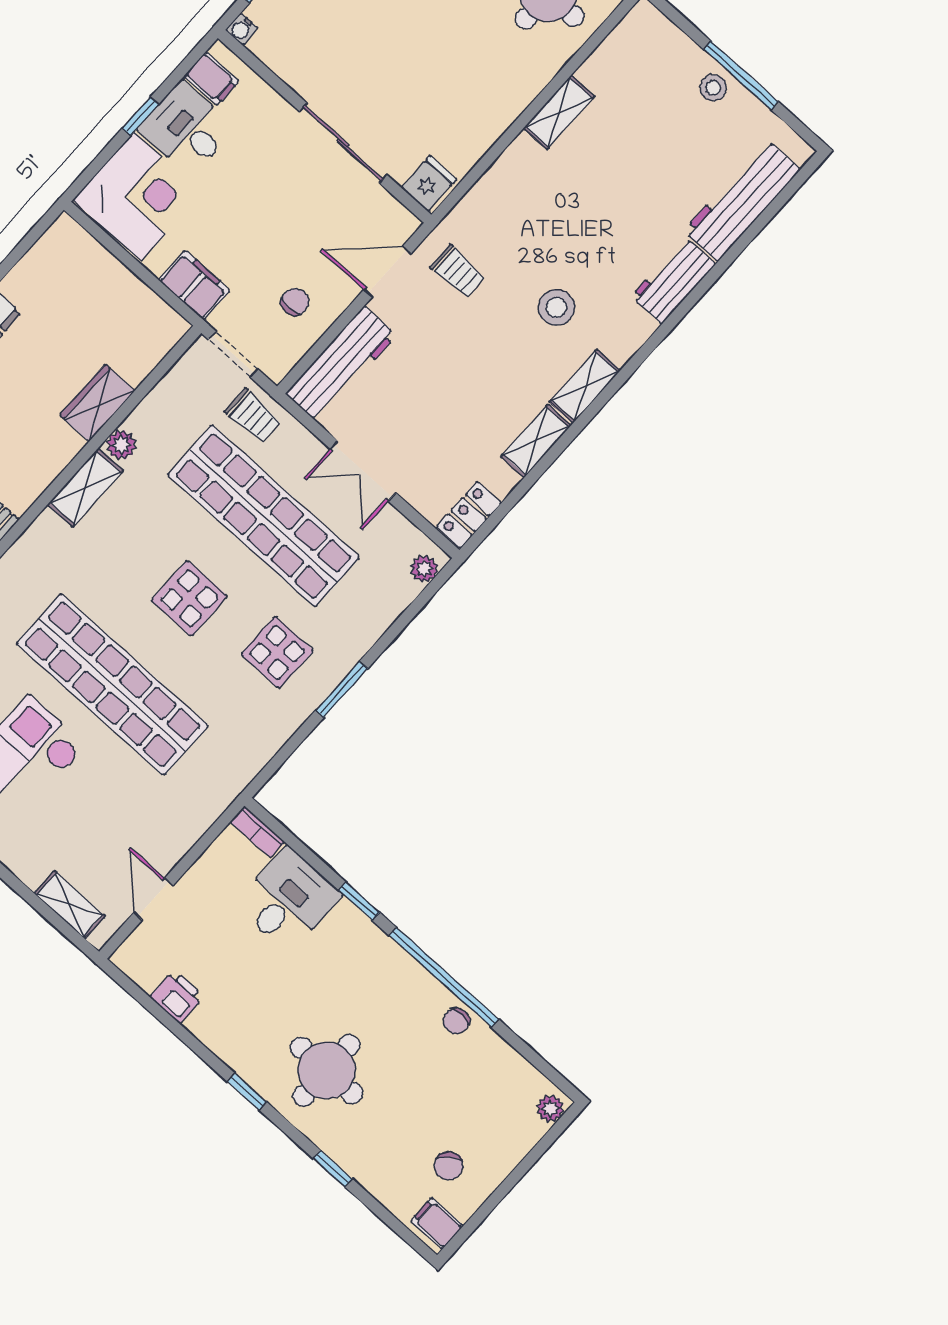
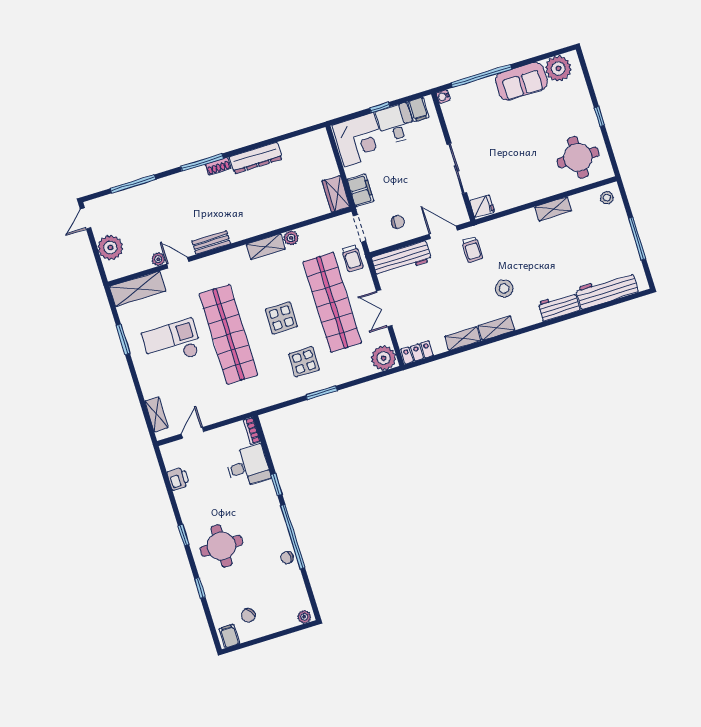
stool: (713, 88) -> (607, 198), moved
wardrobe: (97, 403) -> (336, 194), moved, turned -90
plant: (424, 569) -> (384, 358), width x1.87, depth x1.87

